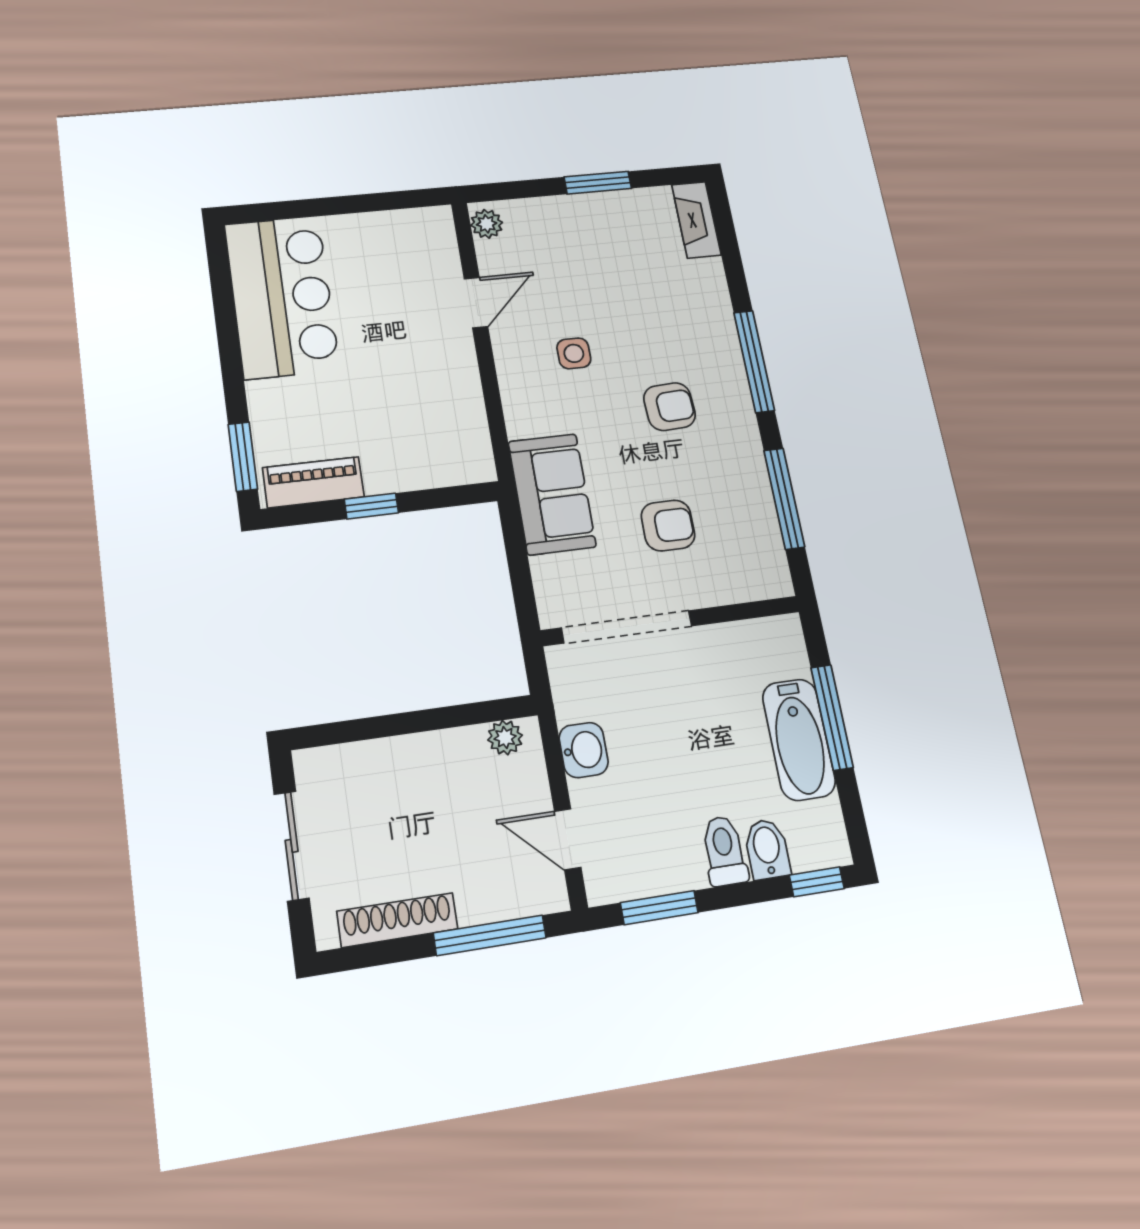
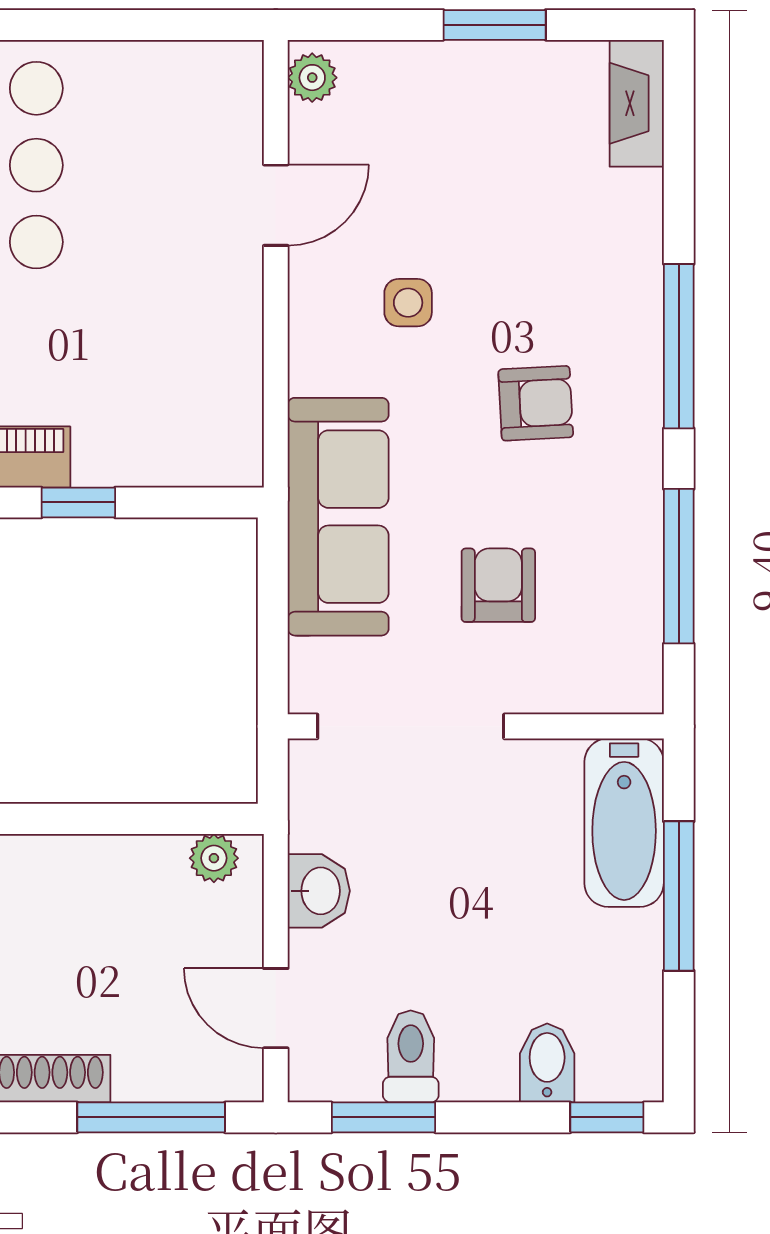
sofa: (552, 494) -> (338, 517), width x1.36
armchair: (668, 526) -> (498, 585), turned -90
bathtub: (799, 739) -> (624, 823), moved
toilet: (724, 851) -> (411, 1056), moved

